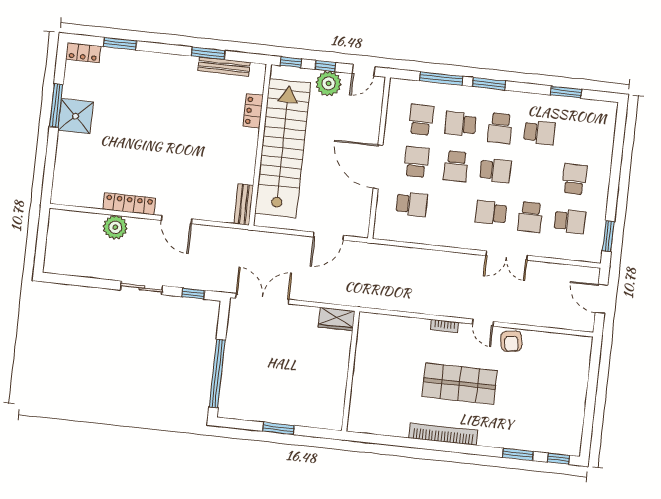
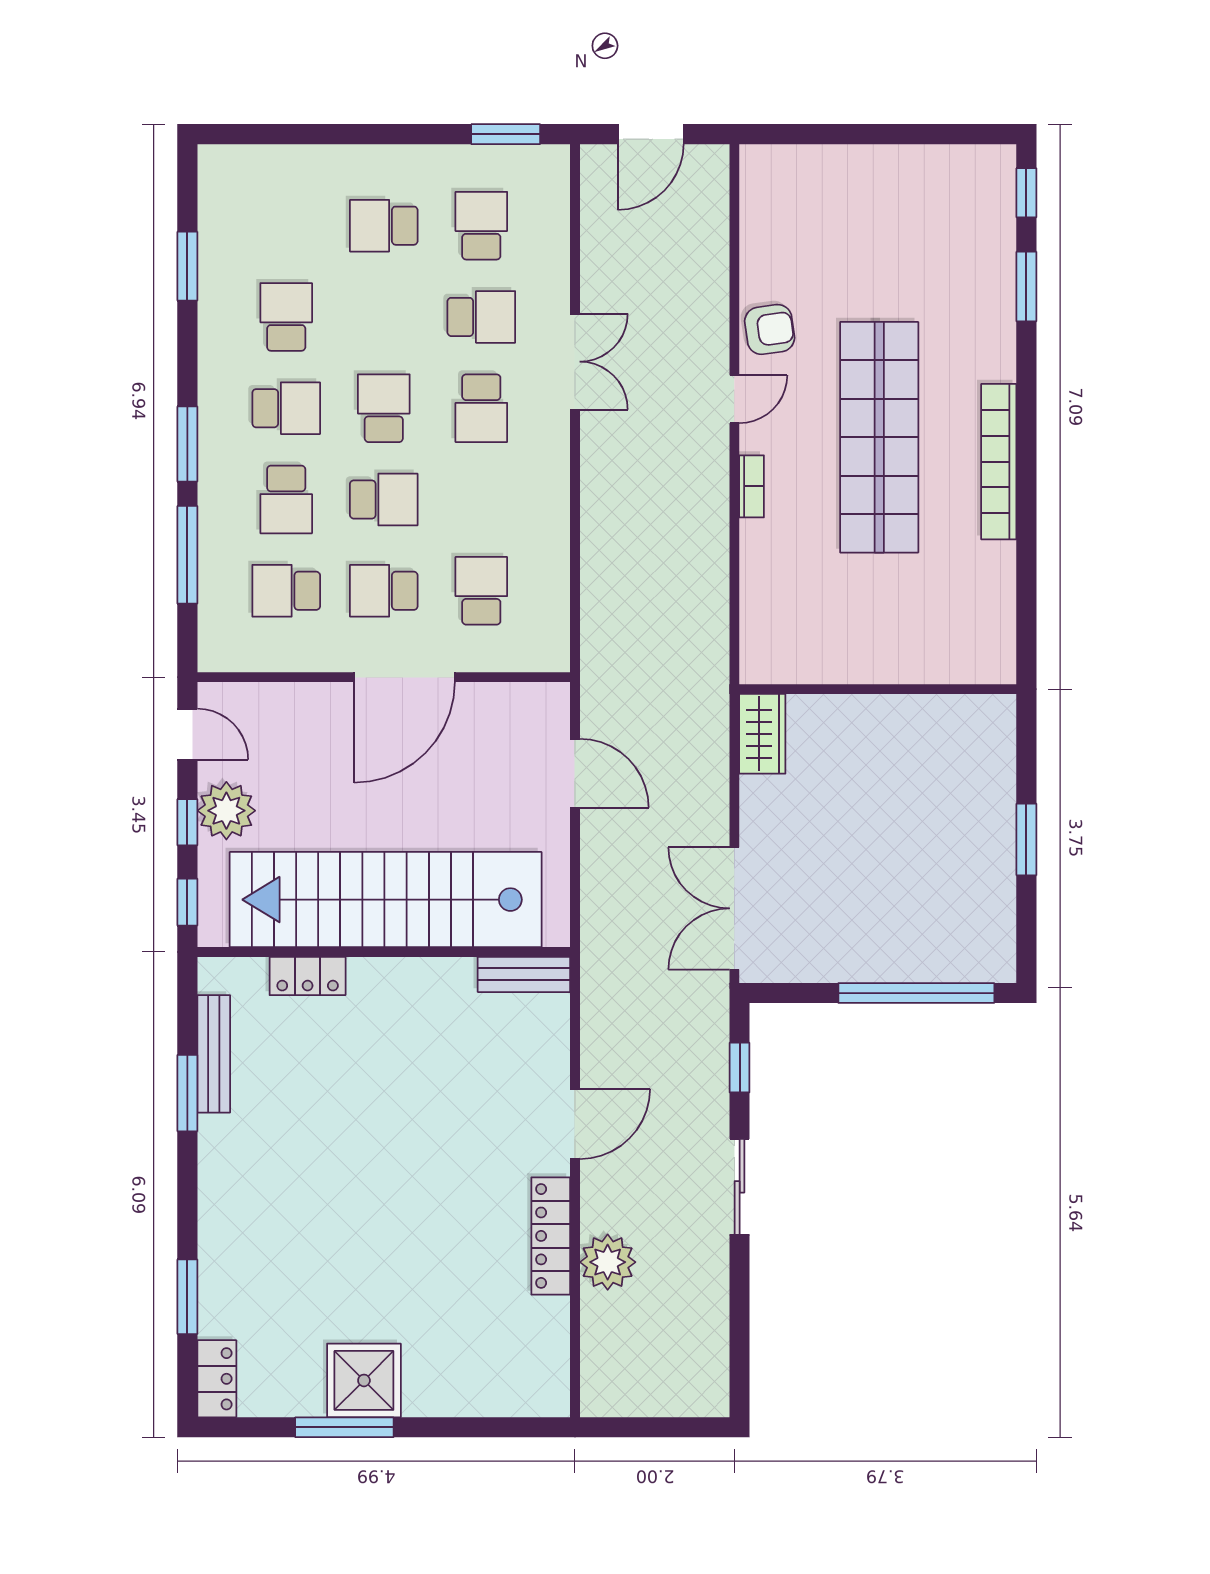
shop shelf: (460, 384) -> (879, 437), width x1.40

